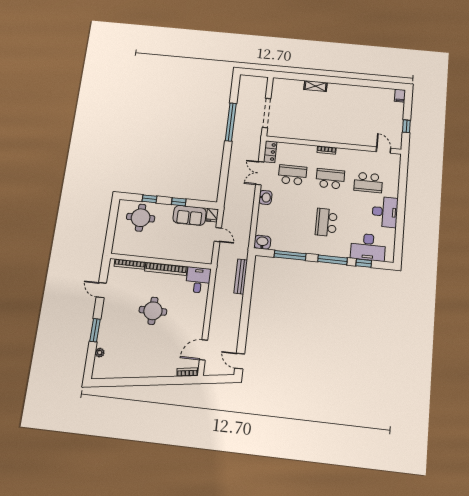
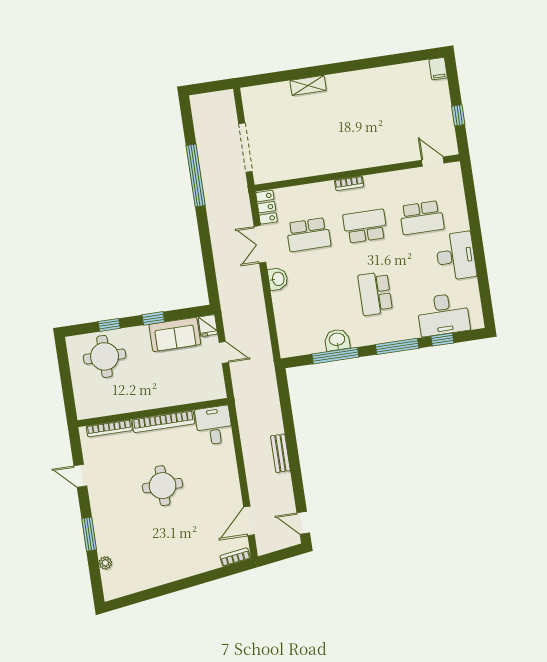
school desk: (292, 175) -> (308, 235), turned 180
washbasin: (262, 242) -> (337, 340), moved
bench: (241, 277) -> (280, 453), moved, width x0.73

